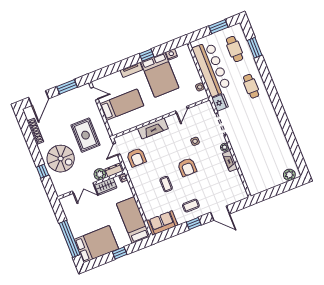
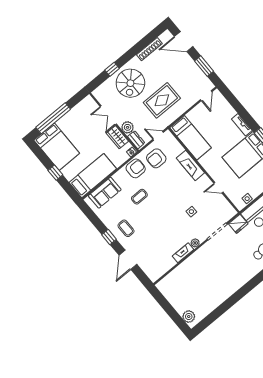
bed: (122, 105) -> (191, 138), moved
armchair: (187, 167) -> (136, 168), moved, turned 180
sofa: (162, 223) -> (105, 193), moved, turned 90

